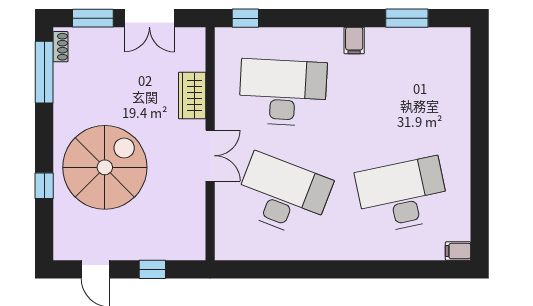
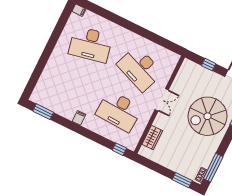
double door: (149, 18) -> (159, 169), removed
window: (407, 18) -> (43, 112), moved
wardrobe: (192, 96) -> (152, 137), moved
double door: (210, 156) -> (162, 100), swing flipped

